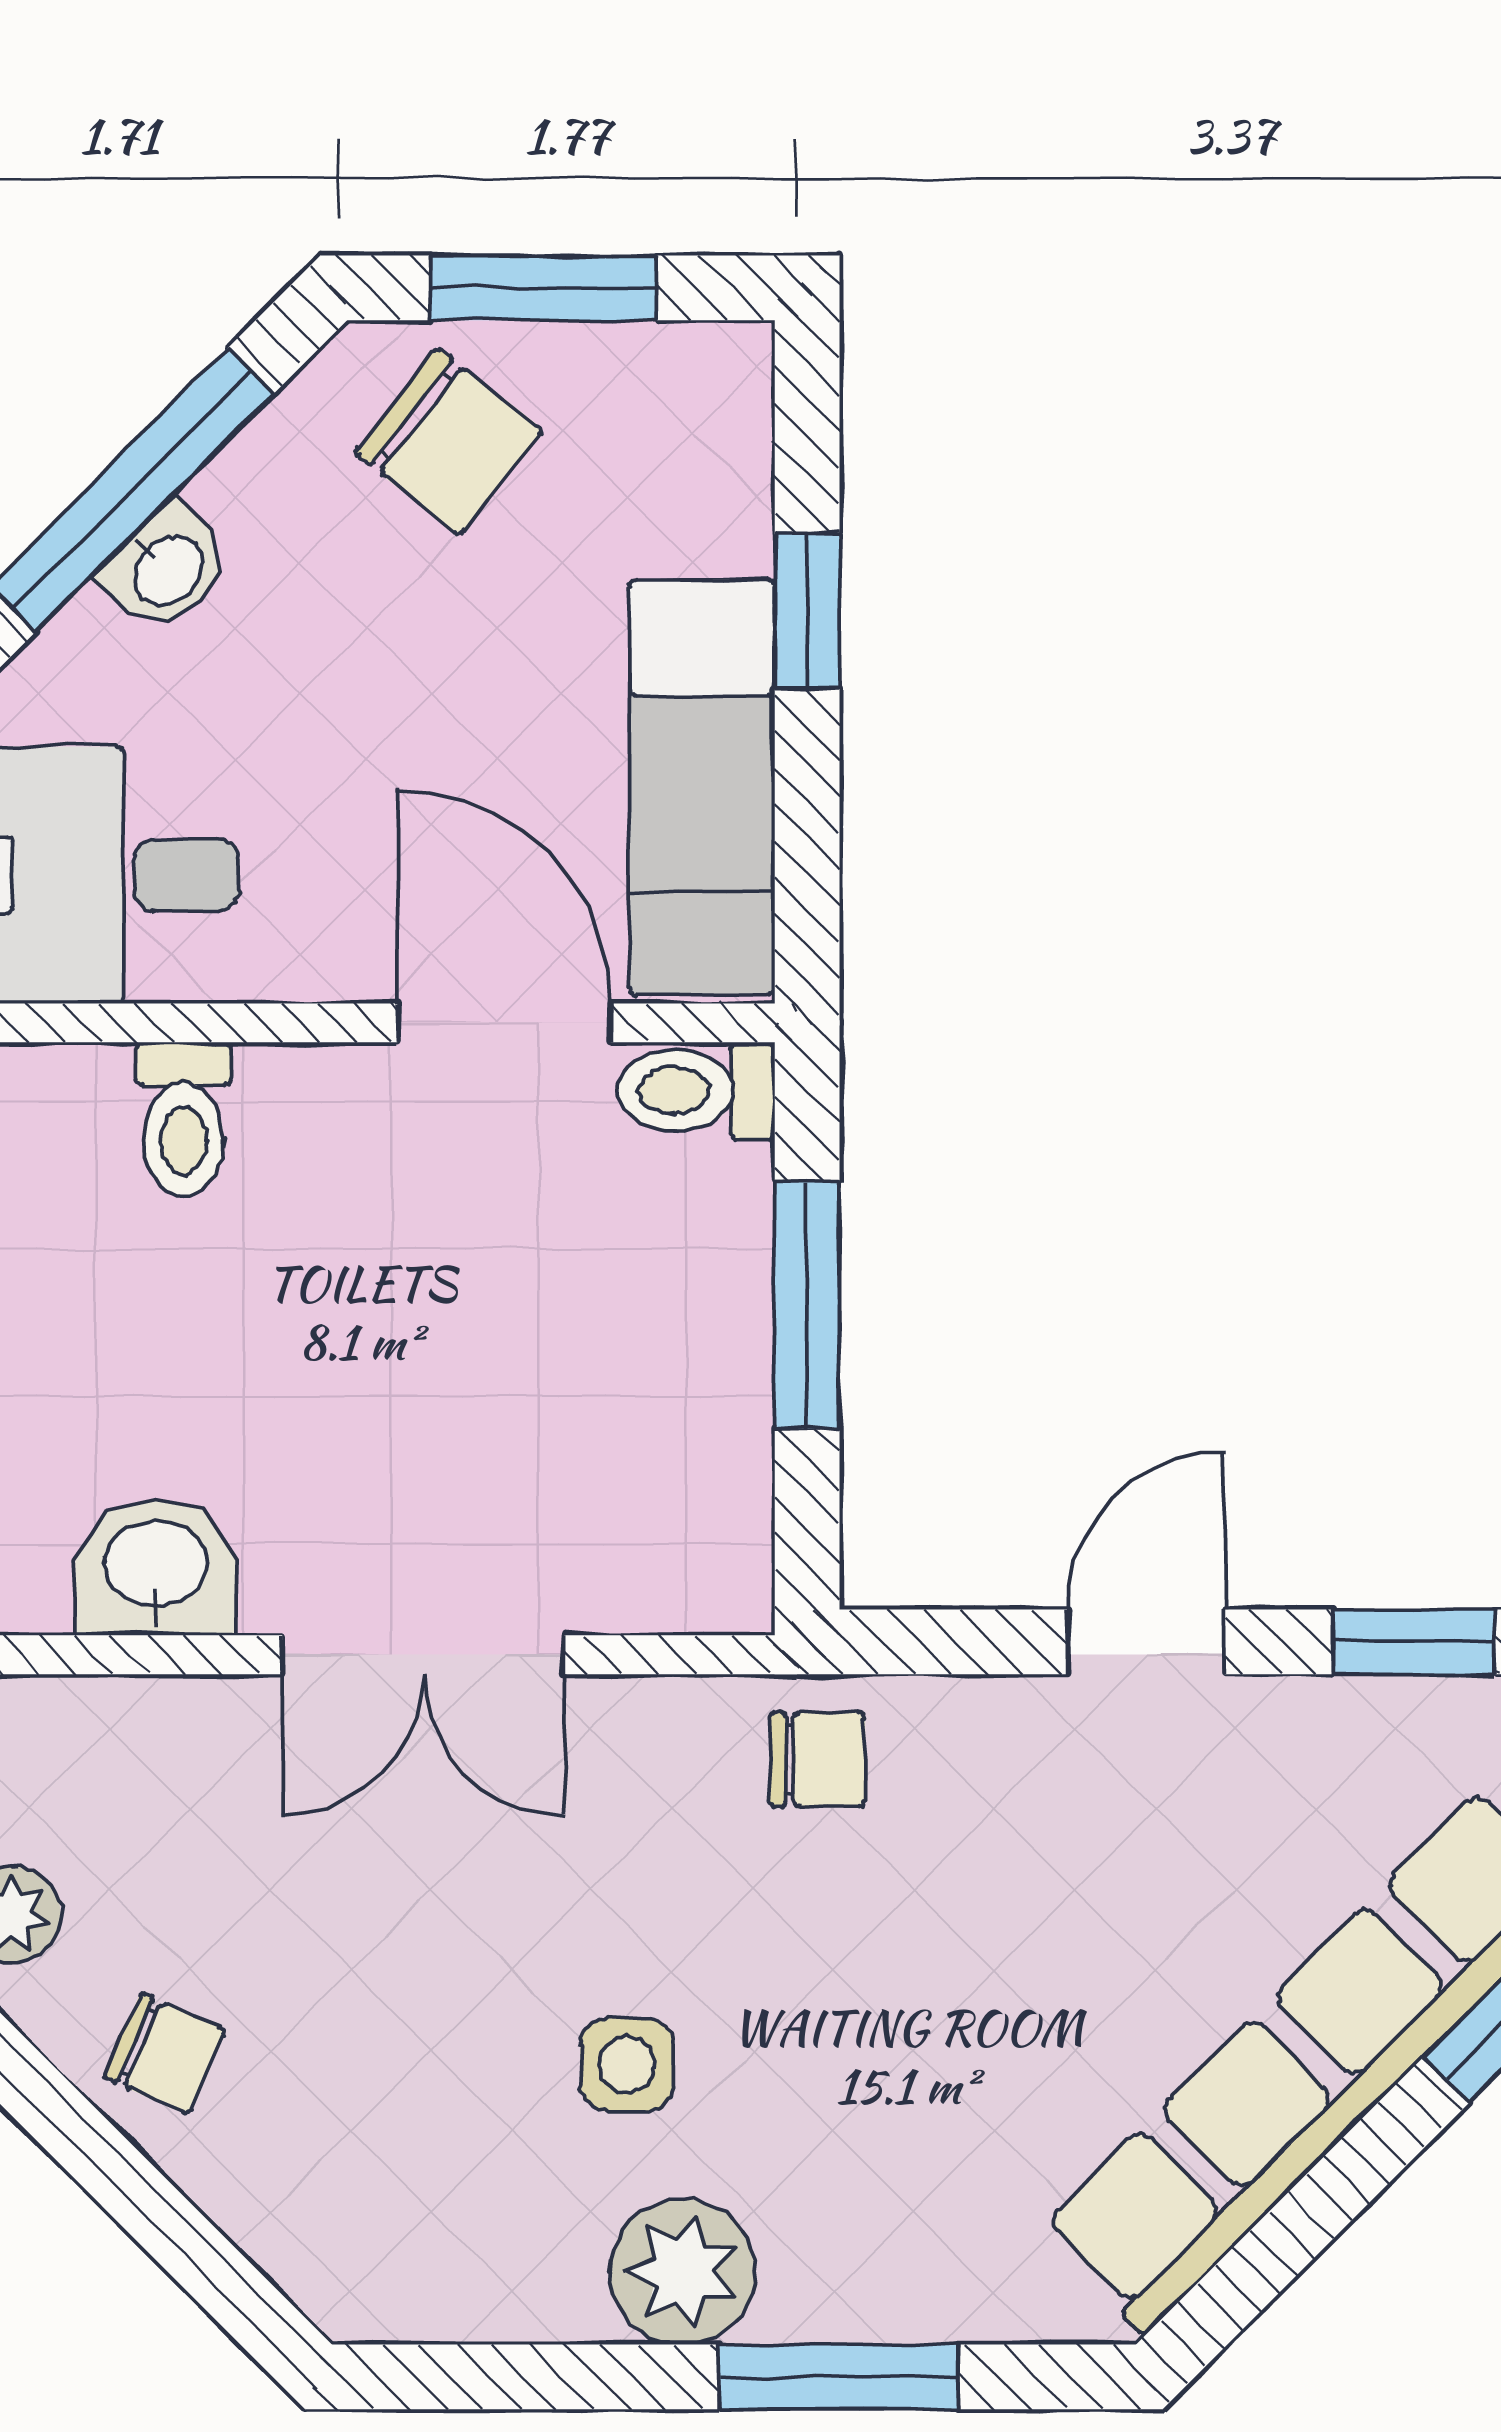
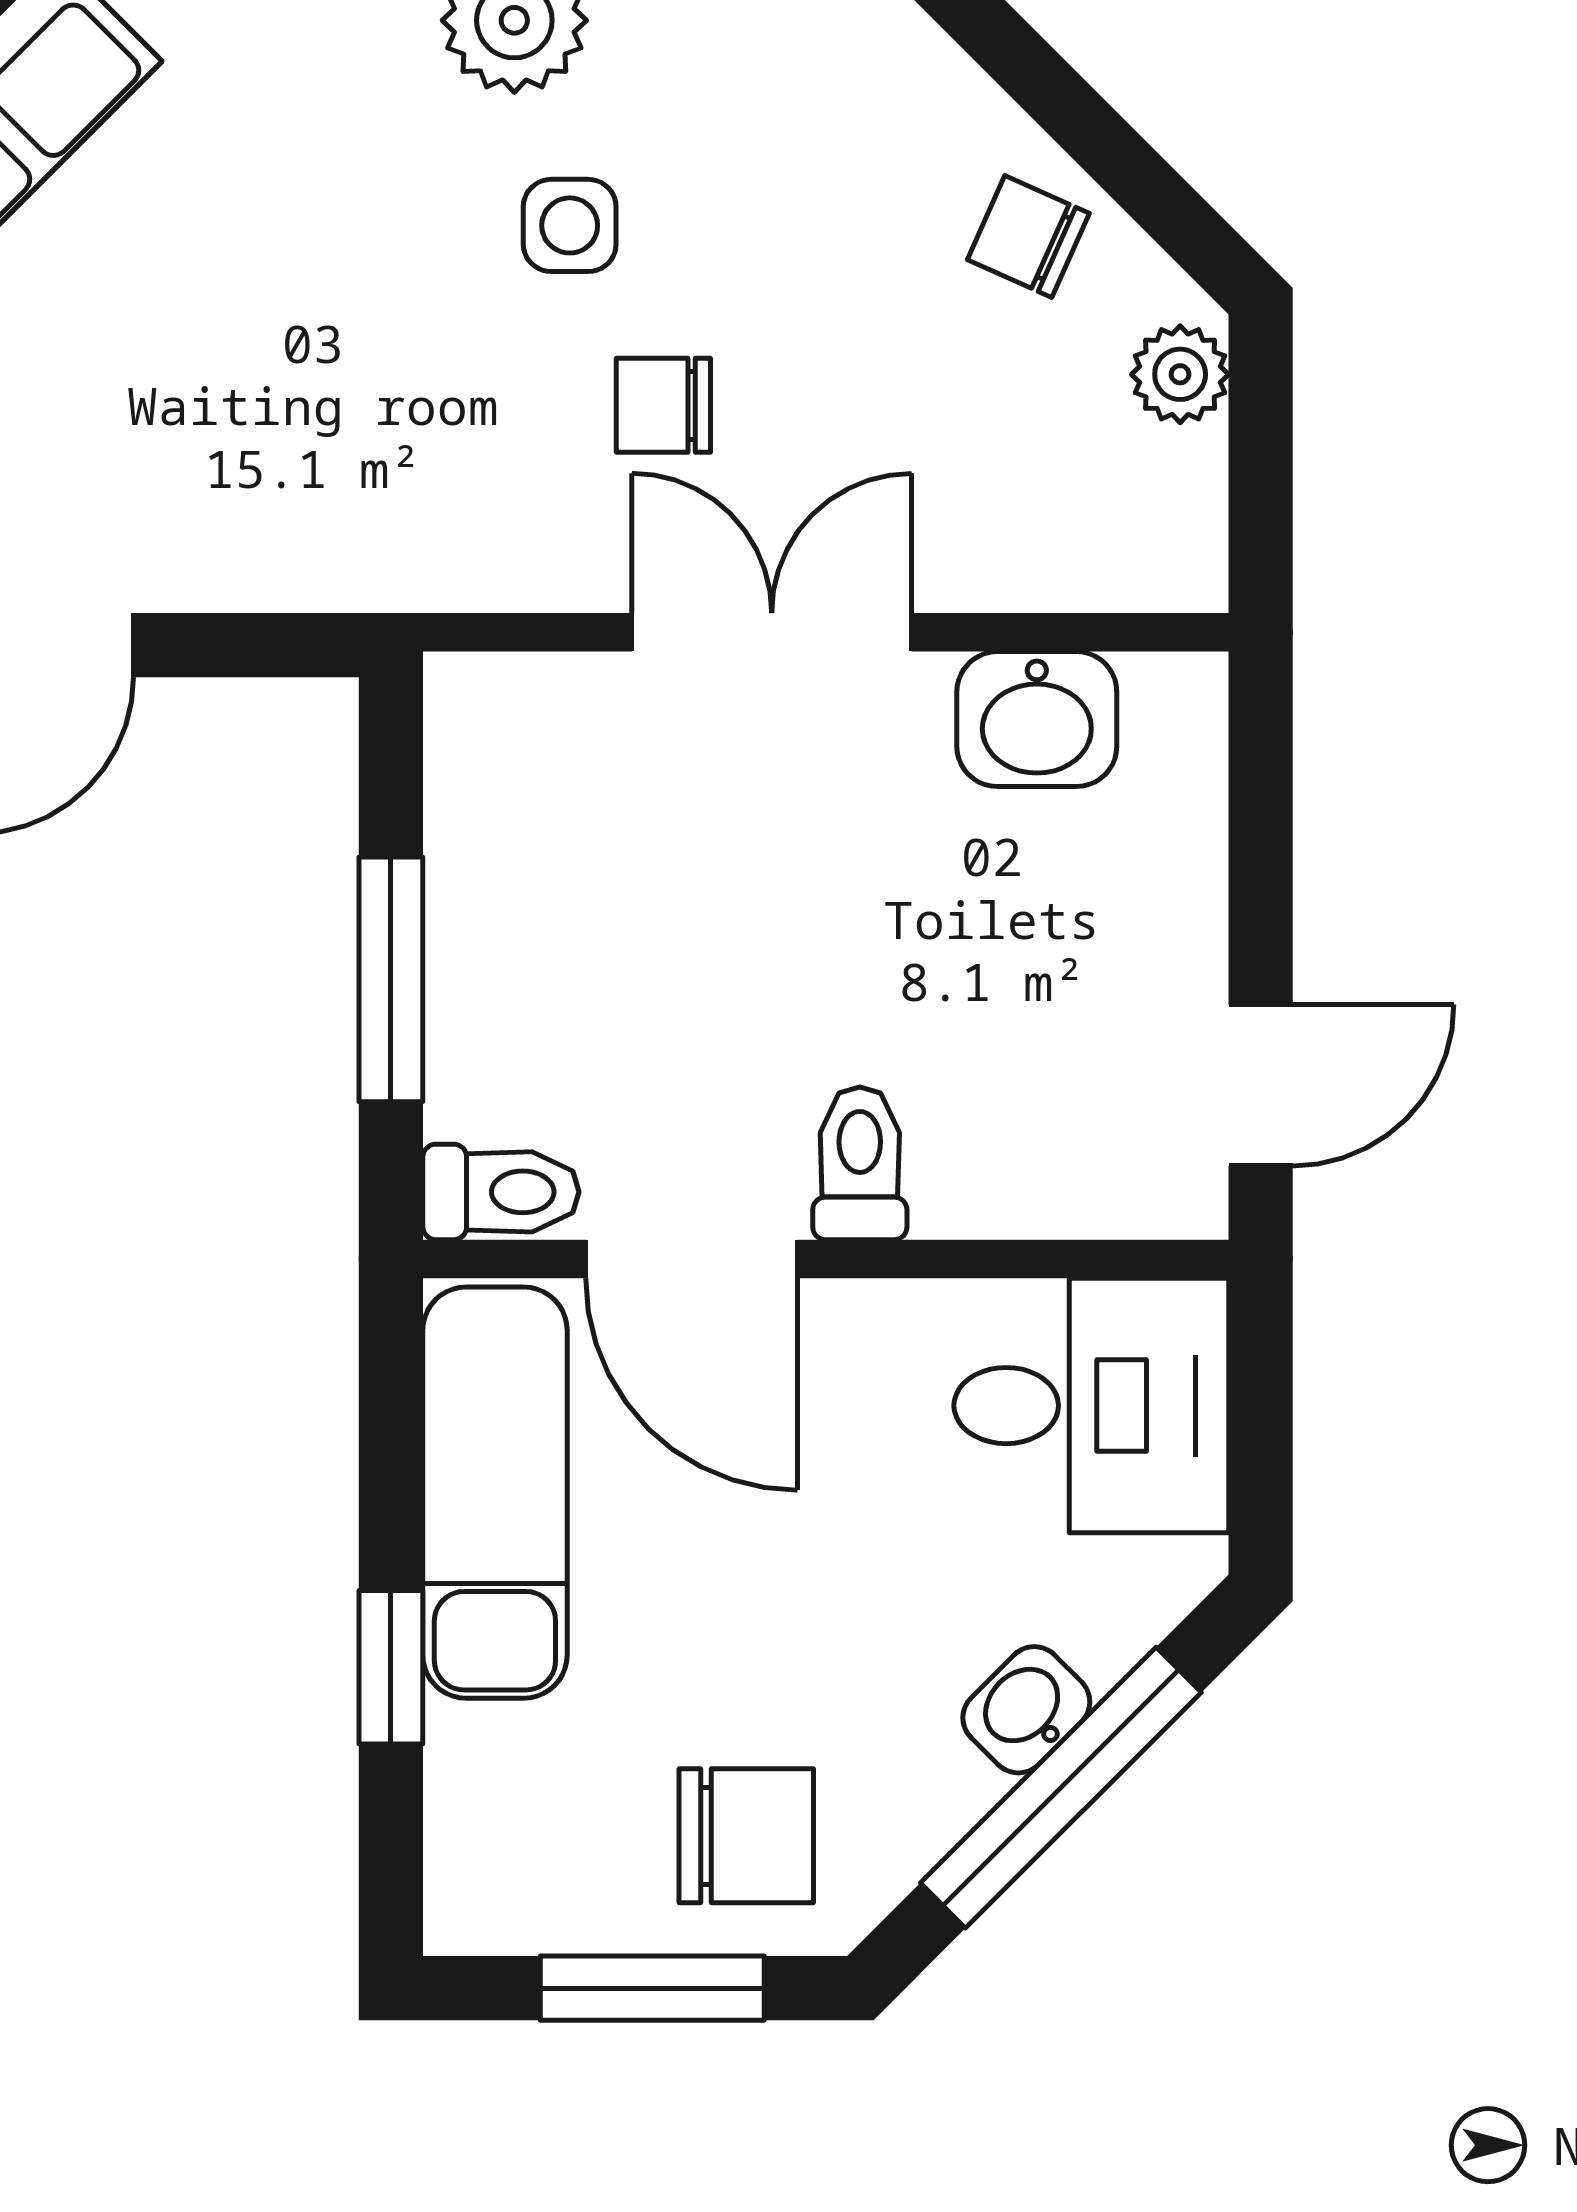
chair: (449, 441) -> (746, 1836), turned 142
toilet: (183, 1119) -> (860, 1163), moved
chair: (818, 1759) -> (663, 405), moved

